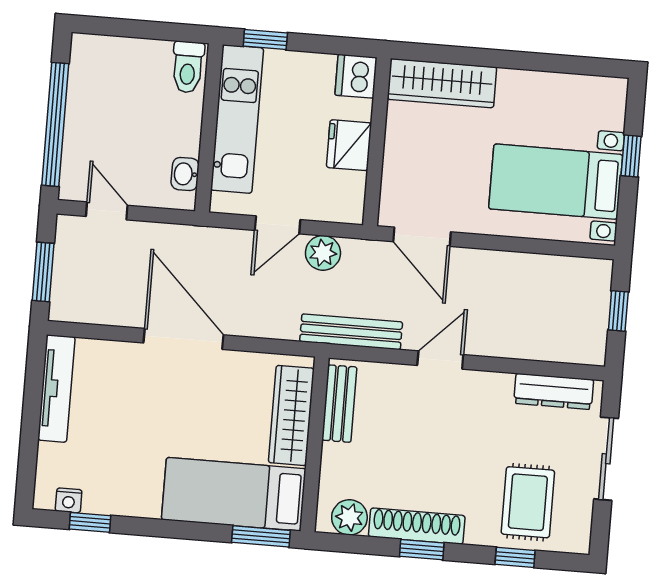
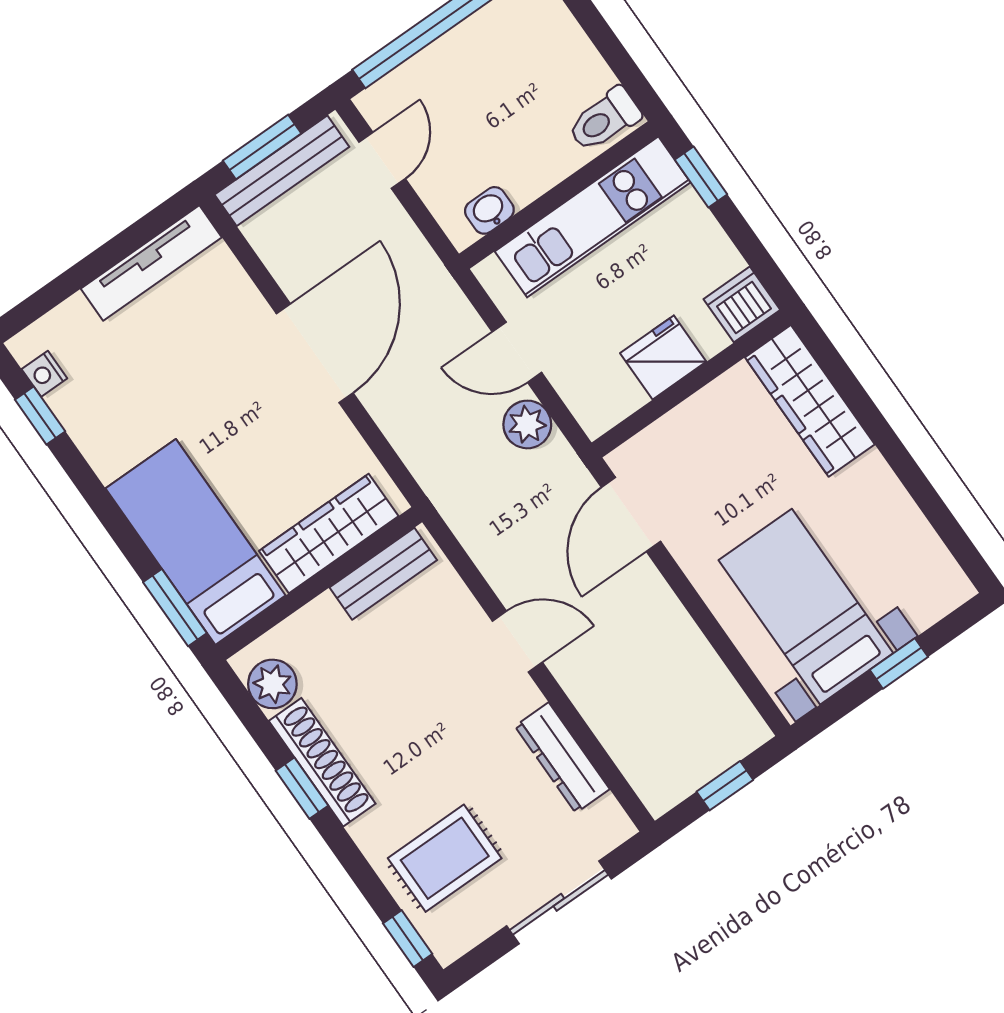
bench: (351, 332) -> (282, 171), moved, turned 90
dresser: (554, 391) -> (562, 758), moved
window: (515, 557) -> (408, 939), moved

